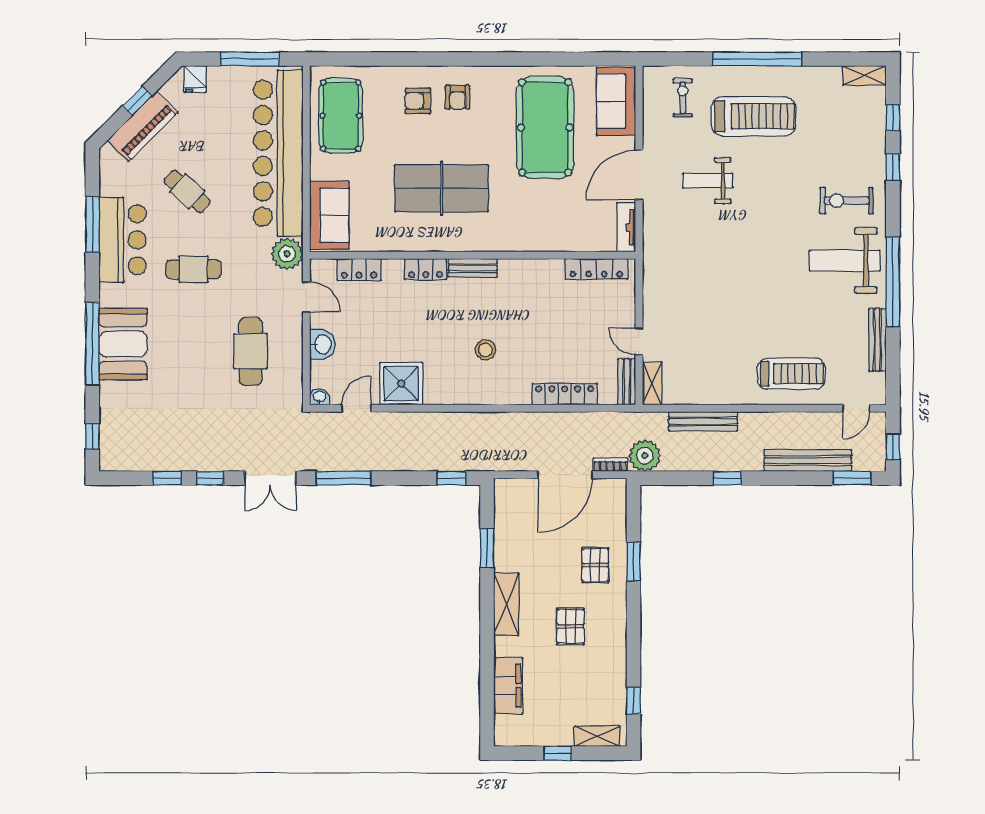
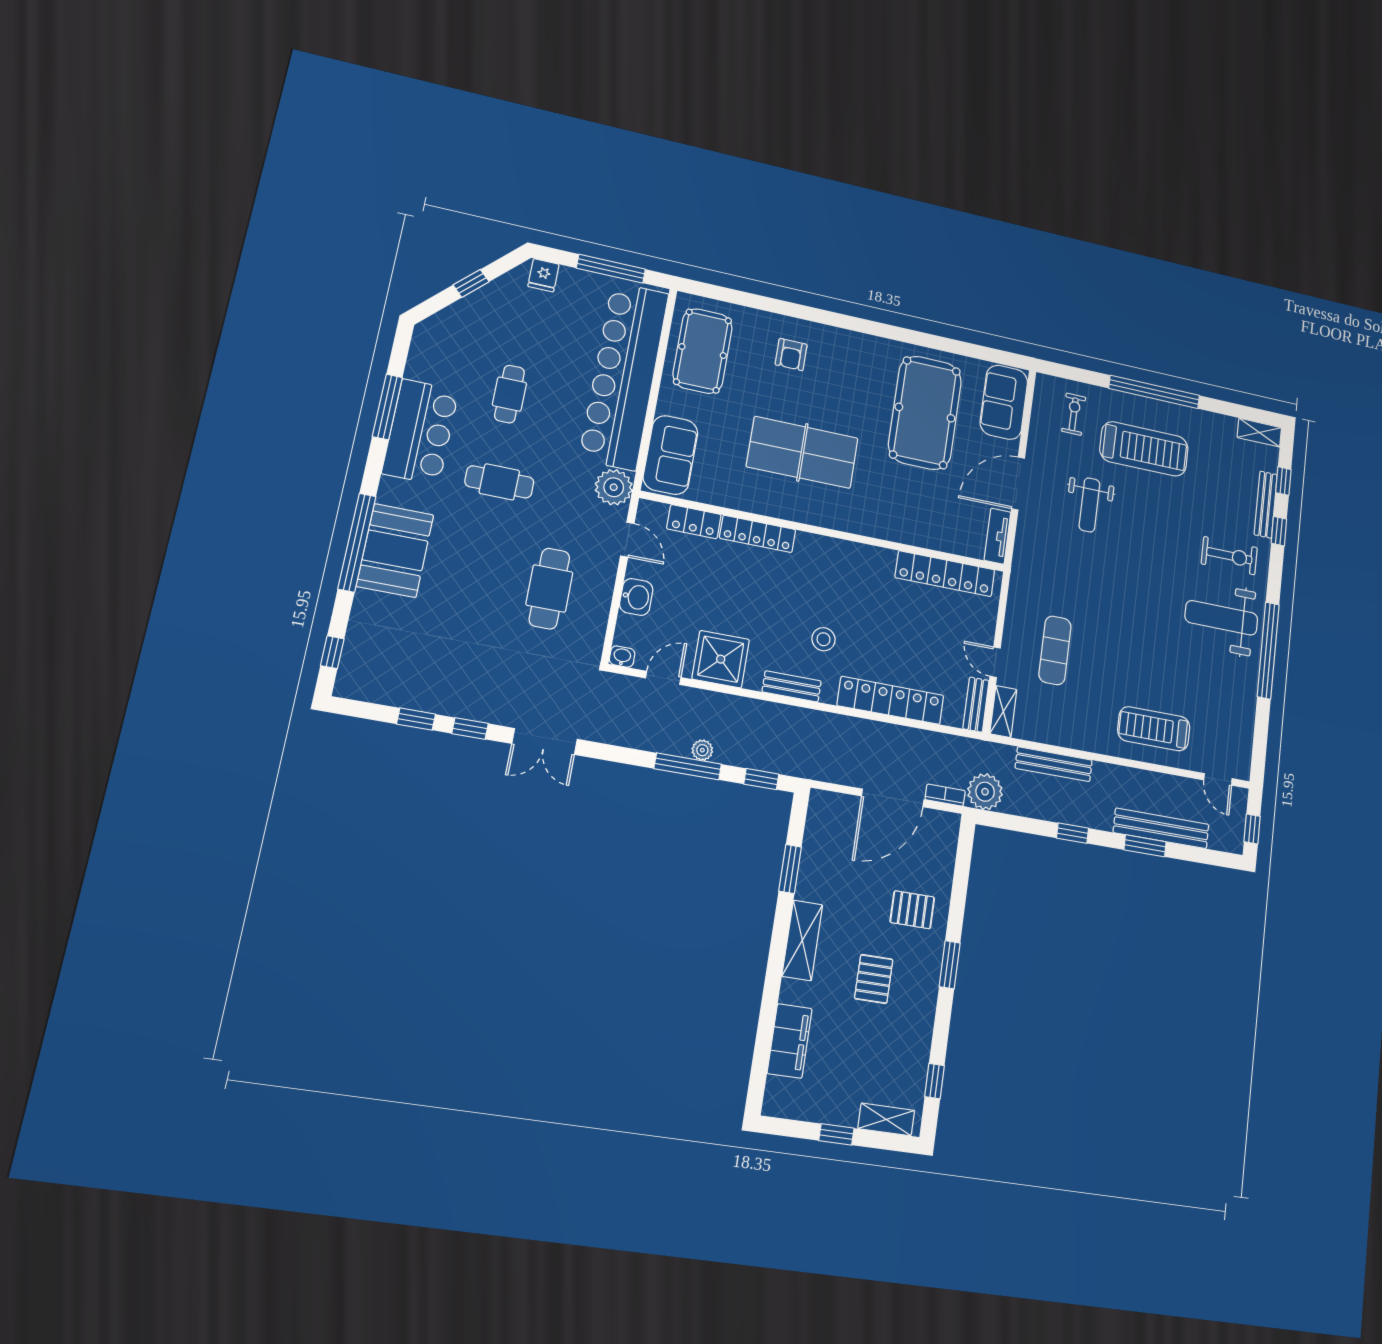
armchair: (458, 97) -> (835, 360), removed
armchair: (418, 101) -> (791, 355), turned -90
piano: (143, 126) -> (472, 312), removed
weight bench: (708, 181) -> (1089, 505), turned -90
cafe table: (187, 191) -> (509, 394), turned 49
exercise bike: (847, 201) -> (1229, 556), turned 180
bench: (473, 268) -> (792, 686), moved
locker: (426, 269) -> (758, 534), width x1.53
locker: (596, 269) -> (945, 574), width x1.41, depth x1.21
exercise mat: (692, 320) -> (1055, 650), added
bench: (877, 340) -> (1266, 505), moved
treadmill: (791, 374) -> (1154, 729), turned 180
locker: (565, 394) -> (891, 700), width x1.41, depth x1.21
door: (856, 408) -> (1218, 779), hinge flipped
plant: (399, 463) -> (702, 750), added
window: (344, 478) -> (688, 766), moved
window: (852, 478) -> (1145, 846), moved
window: (633, 562) -> (950, 965), moved
pallet: (595, 565) -> (912, 910), turned 90

